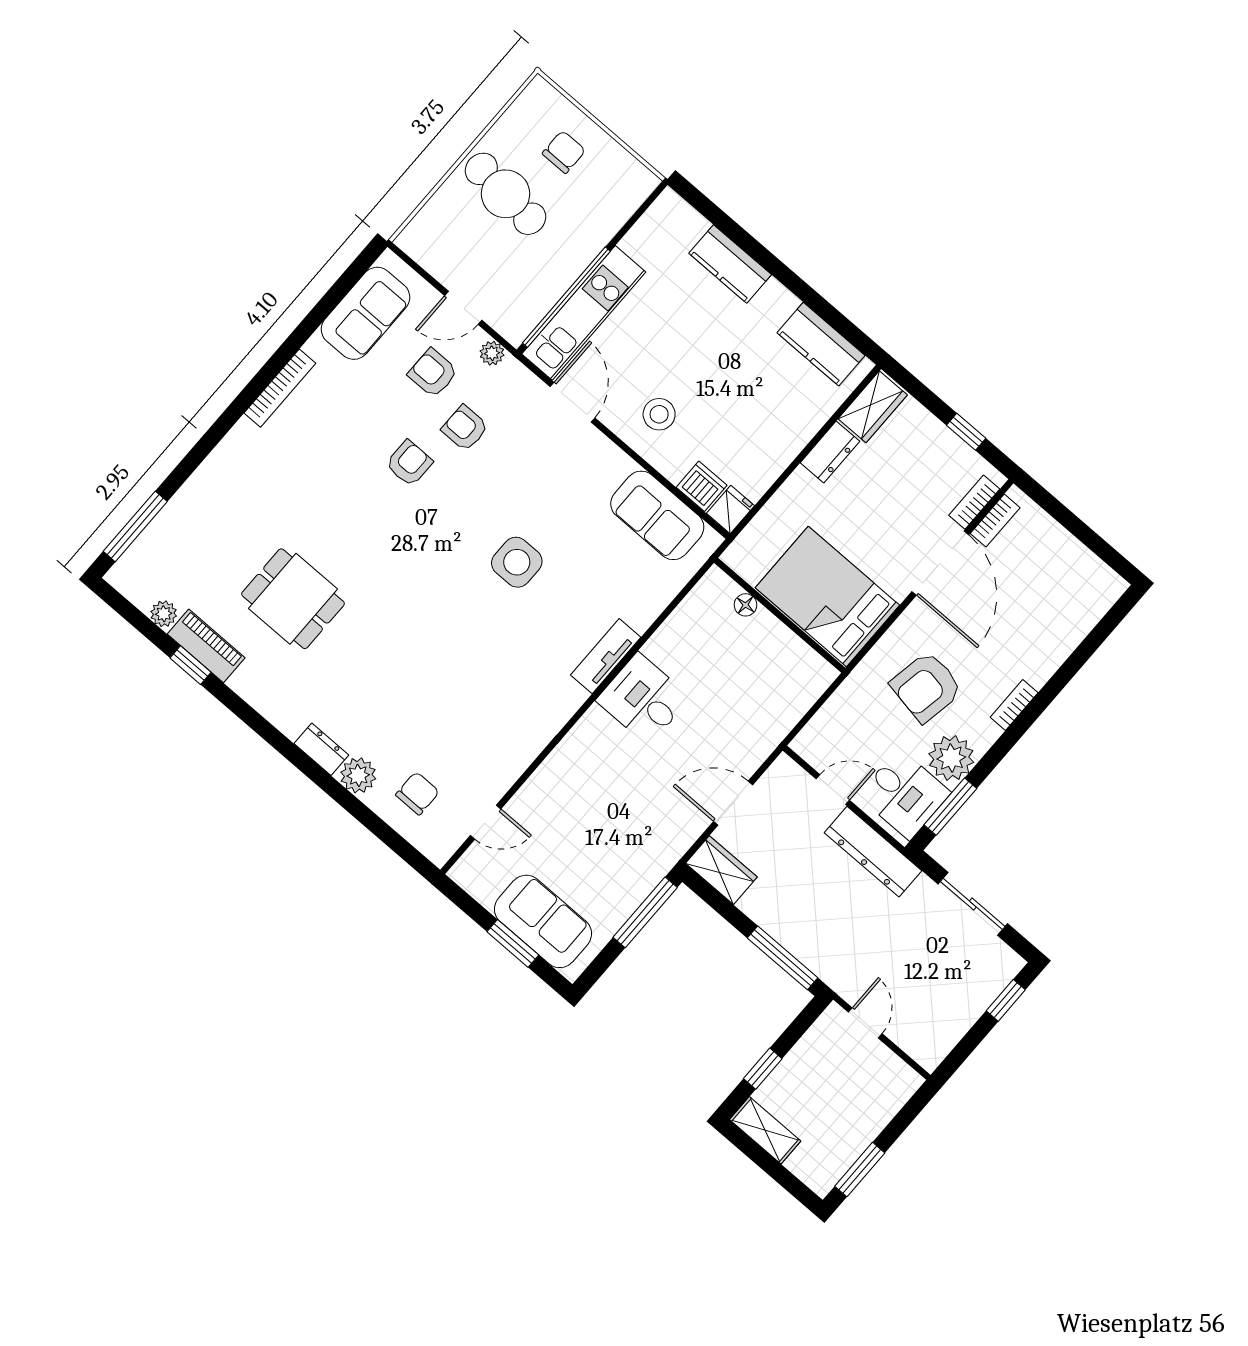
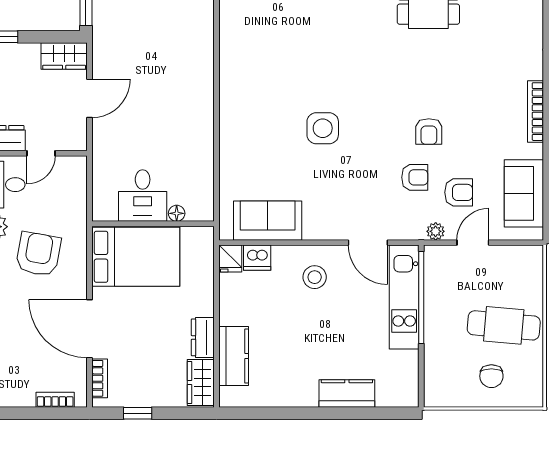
kitchen counter: (821, 344) -> (234, 356), moved, turned 90
bookcase: (995, 521) -> (55, 400), moved, turned 90
tv unit: (606, 656) -> (229, 119), removed
desk: (643, 699) -> (143, 196), moved, turned 90

